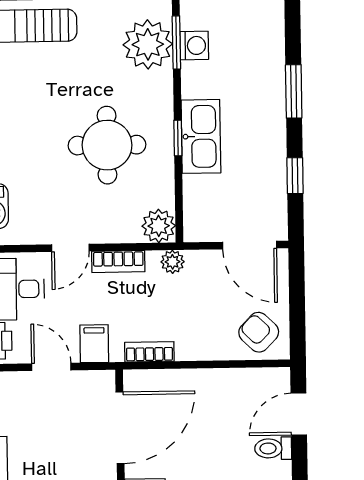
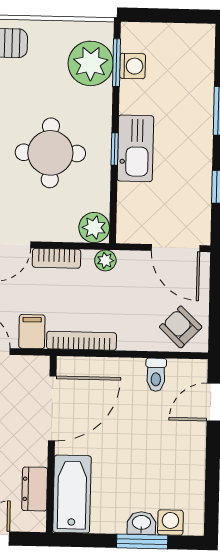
bookcase: (149, 352) -> (81, 341), width x1.56
toilet: (273, 448) -> (156, 375), moved, turned -90

